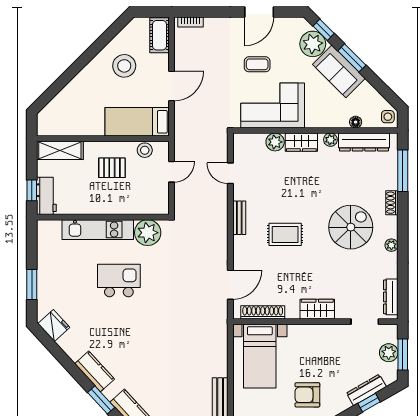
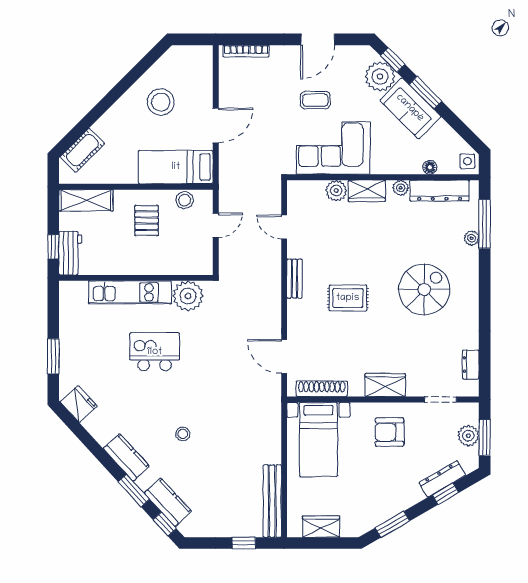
bookcase: (191, 22) -> (246, 51), width x1.56
cot: (159, 35) -> (82, 150), moved, turned 45
pallet: (112, 168) -> (146, 221), turned 90
shoe rack: (392, 203) -> (472, 261), removed
plant: (391, 245) -> (472, 238), moved
door: (230, 285) -> (284, 357), swing flipped
dresser: (391, 297) -> (471, 364), width x0.70
stool: (143, 351) -> (183, 434), added
armchair: (307, 395) -> (390, 432), moved

